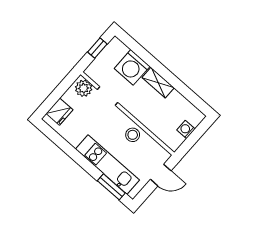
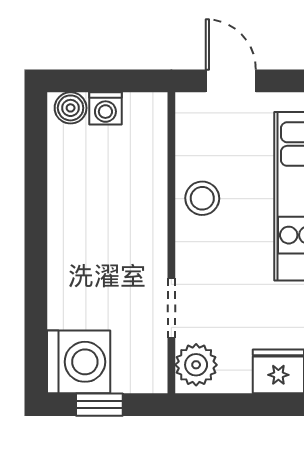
washing machine: (132, 67) -> (79, 362), moved
shelving: (158, 83) -> (64, 236), removed
boiler: (196, 119) -> (71, 108), added

